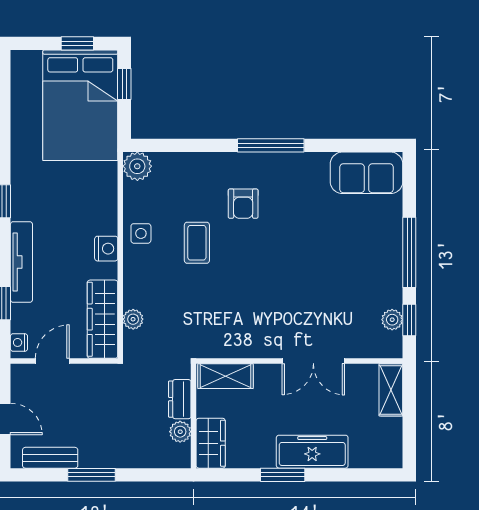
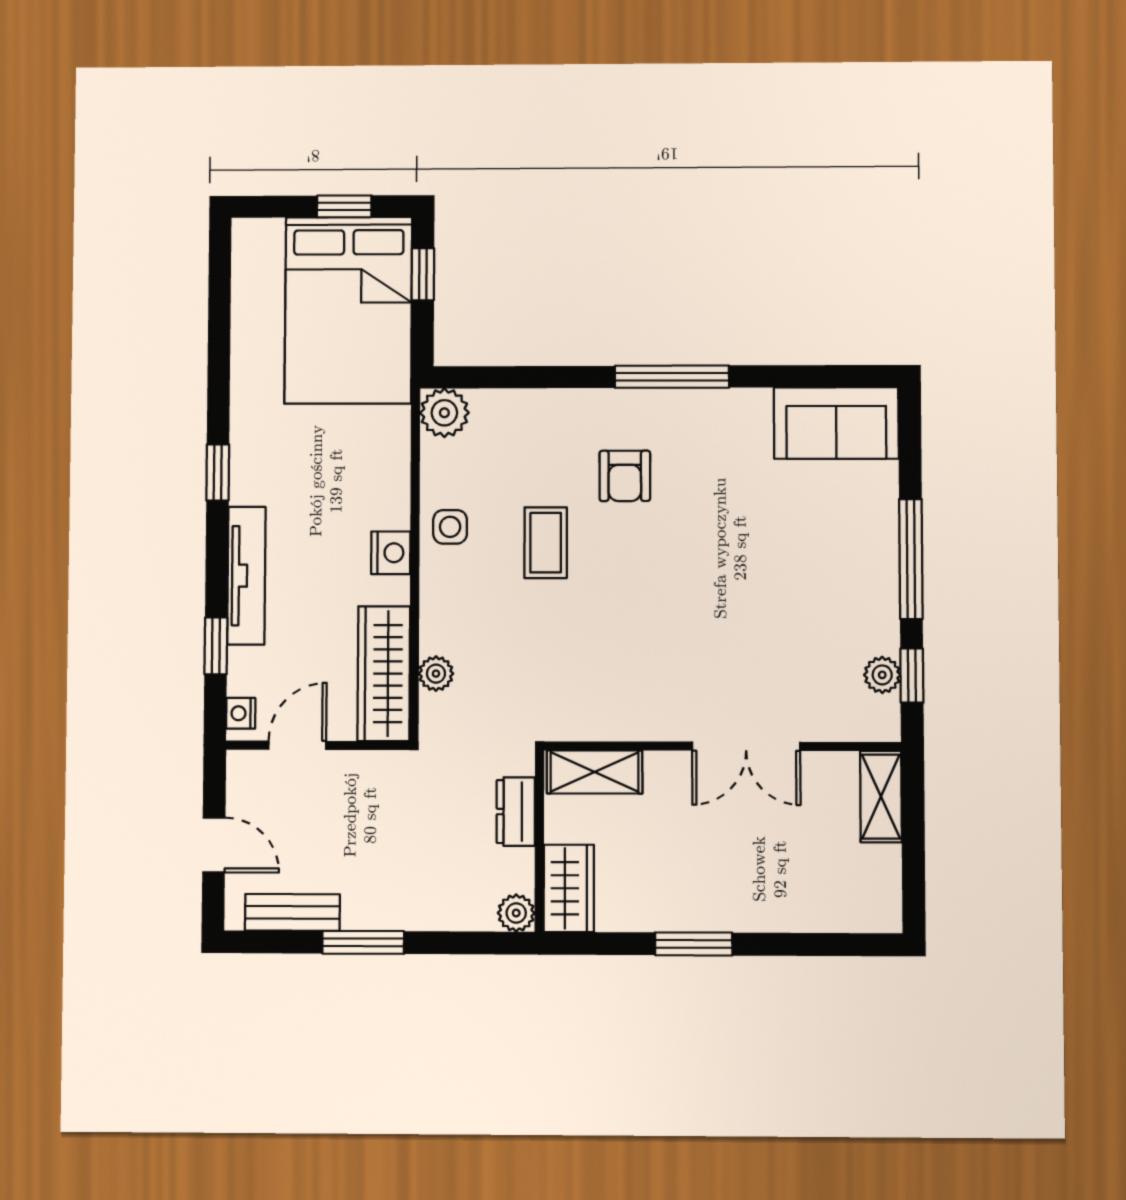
plant: (180, 432) -> (516, 913), moved
freezer: (312, 452) -> (745, 904), removed

